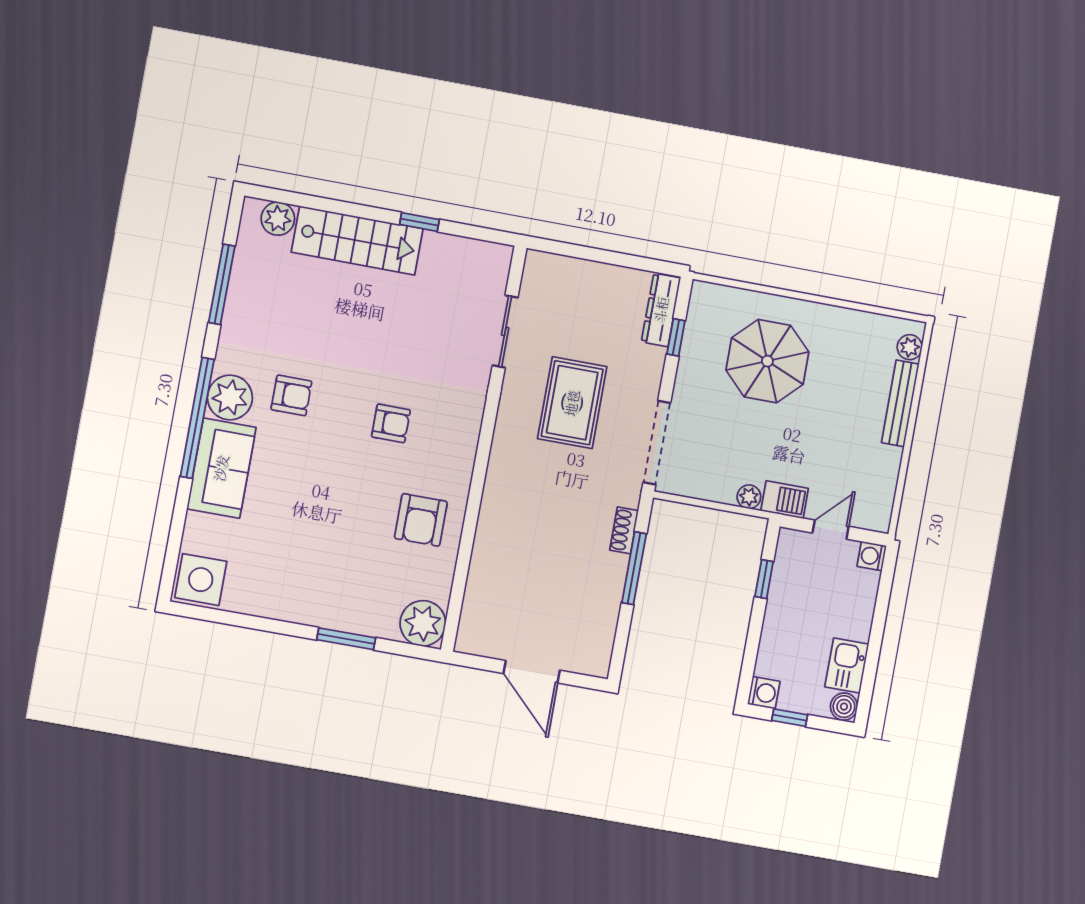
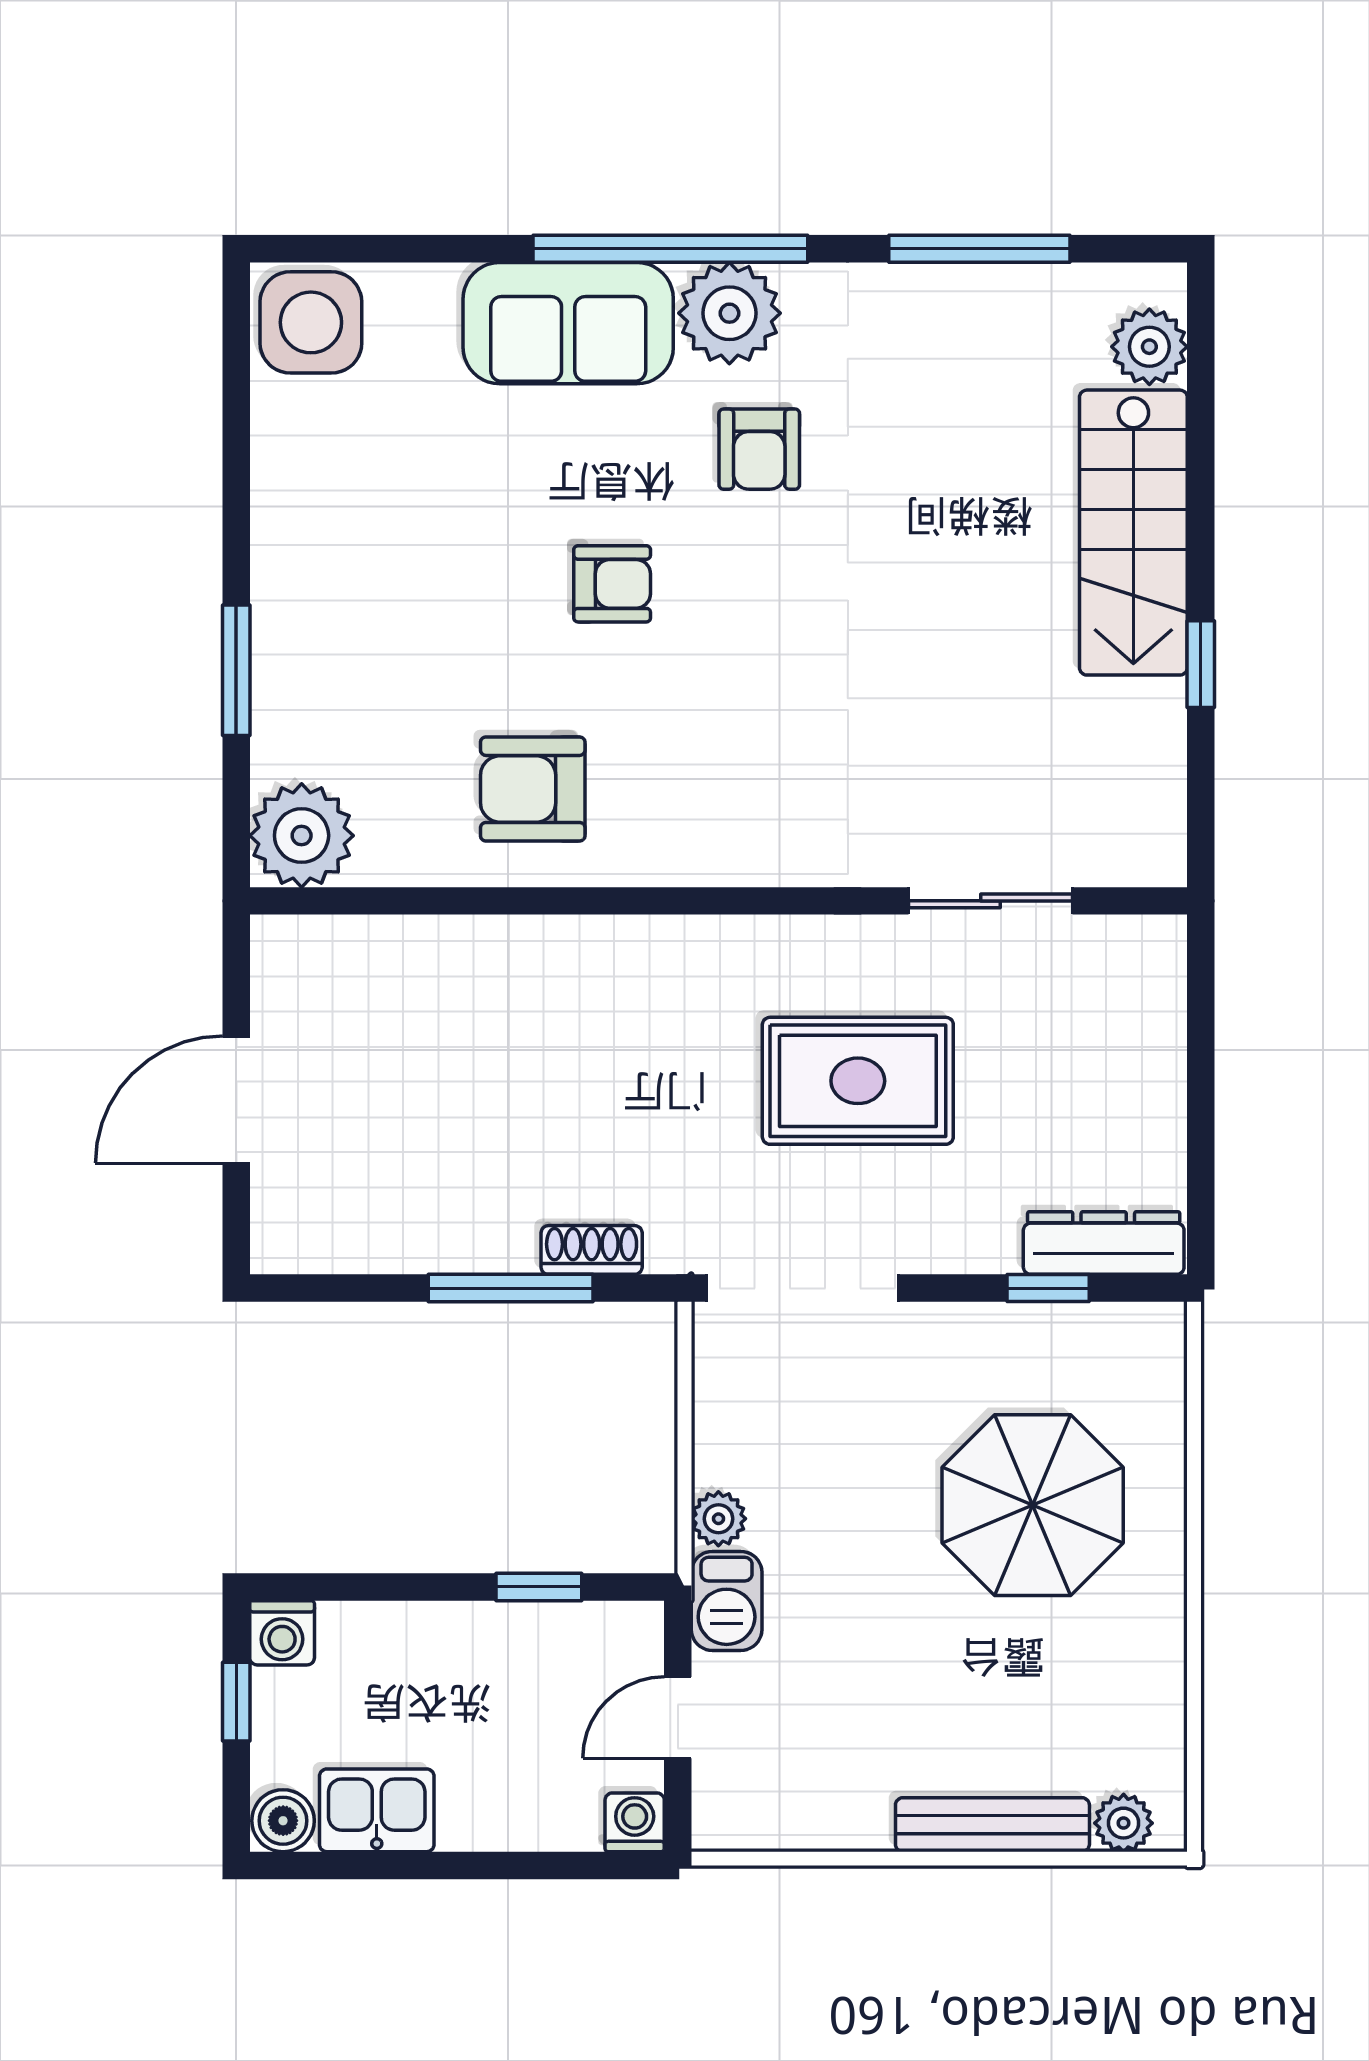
armchair: (391, 423) -> (612, 584), moved, turned -90
door: (831, 530) -> (678, 1718), swing flipped

